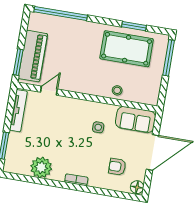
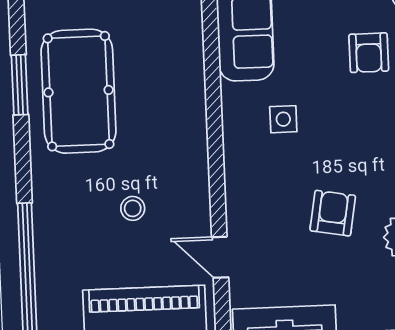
stool: (117, 90) -> (133, 208), moved
armchair: (57, 139) -> (333, 213), added

